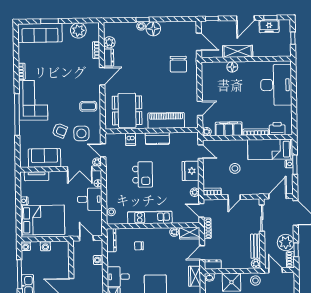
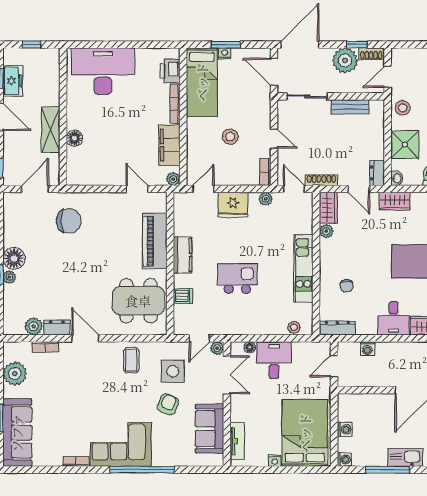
door: (201, 210) -> (294, 189), swing flipped
plant: (256, 264) -> (377, 107), removed

